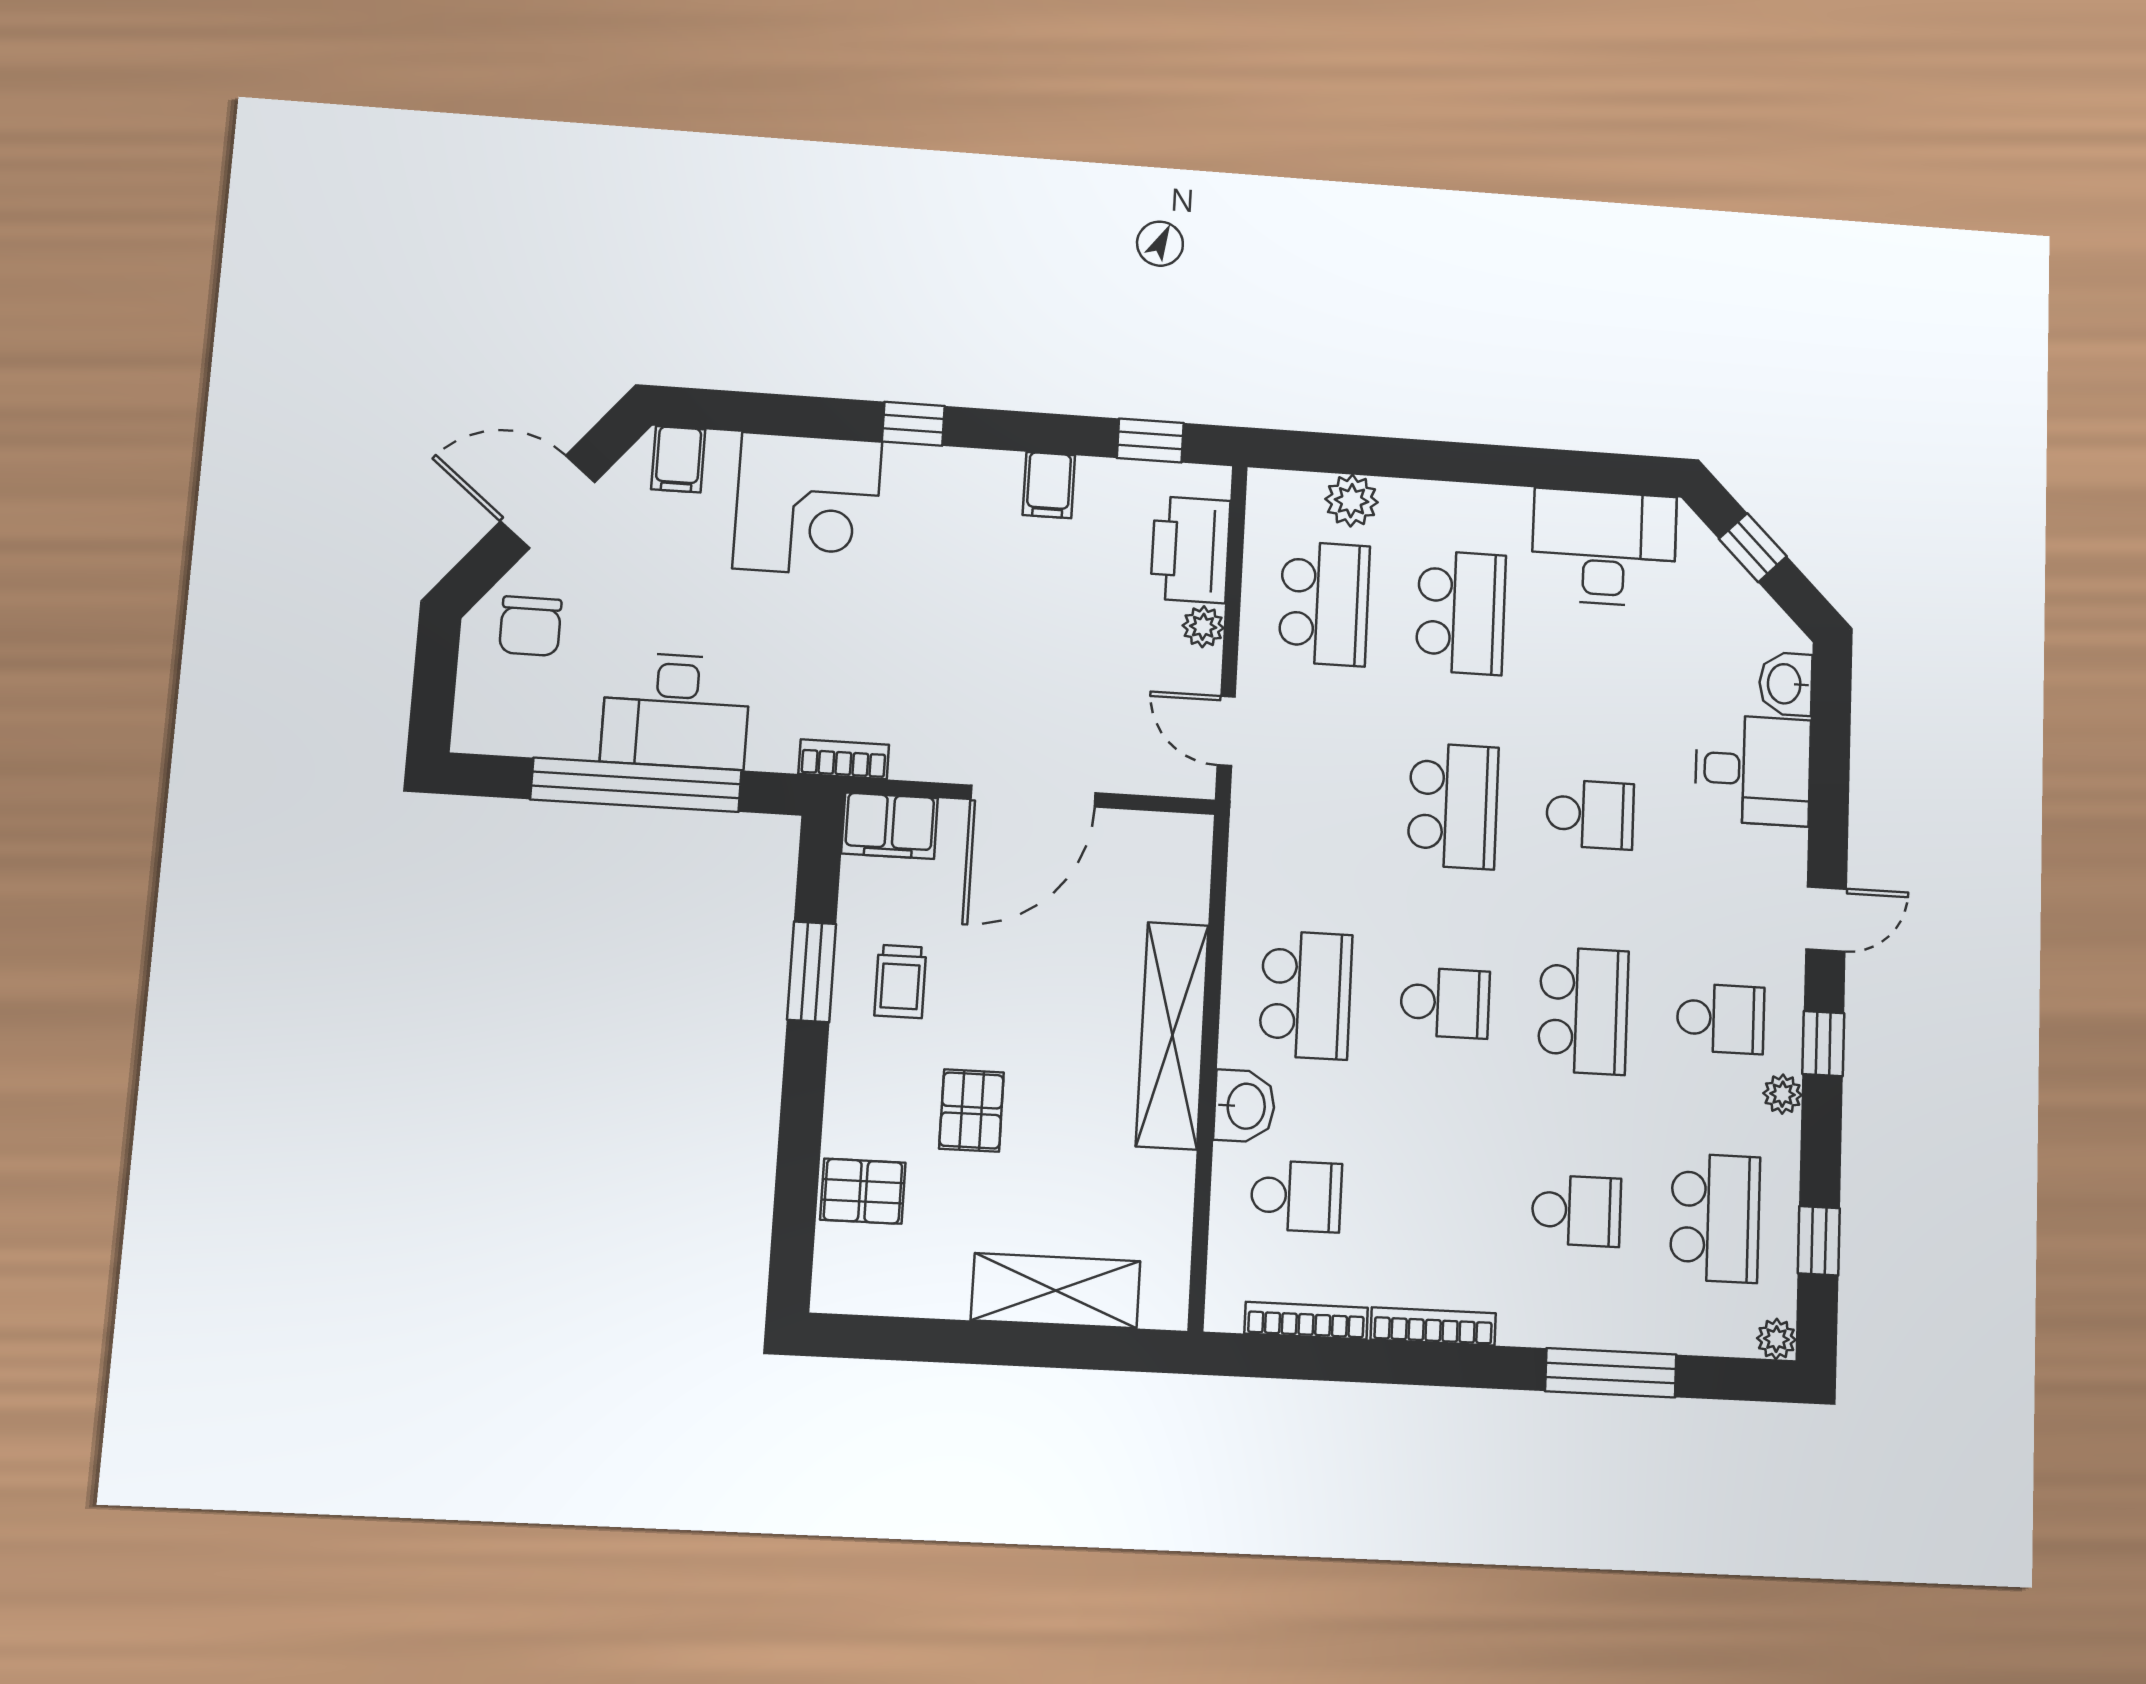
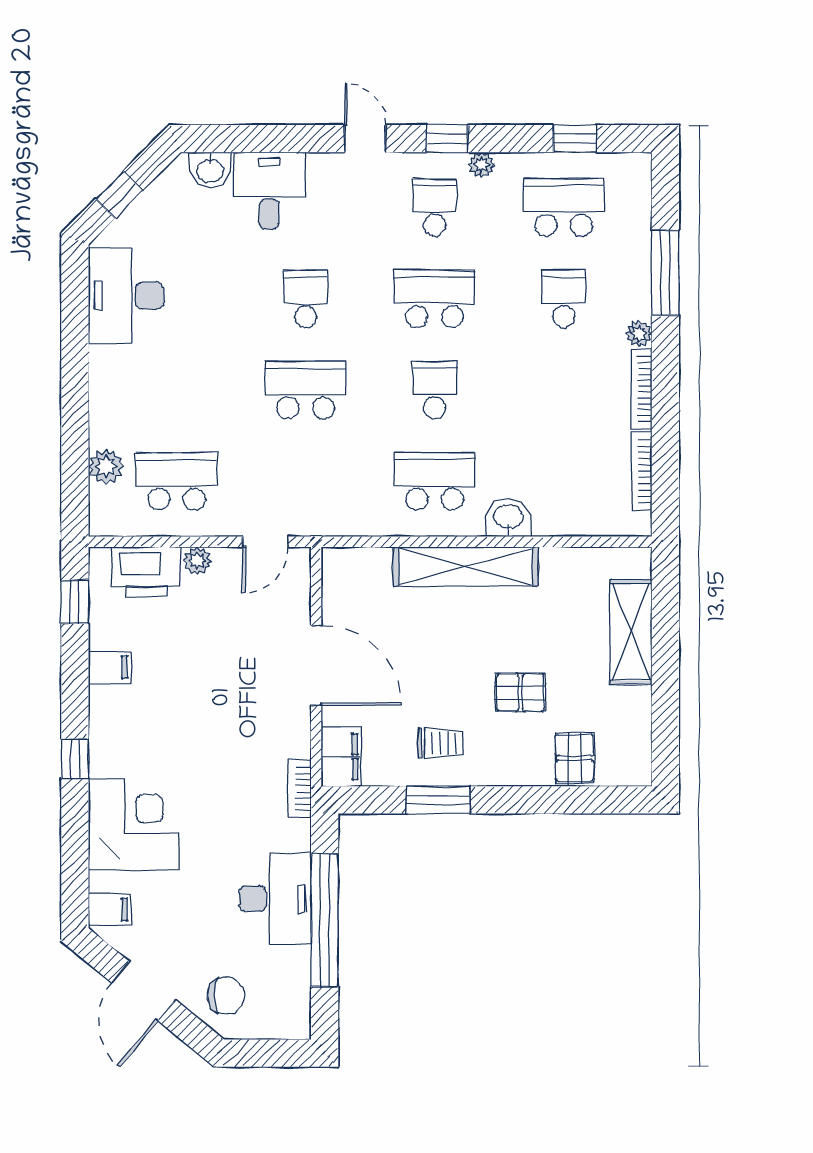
school desk: (1461, 613) -> (177, 390), removed
school desk: (1296, 1196) -> (564, 481), removed
plant: (1776, 1339) -> (639, 333), moved

